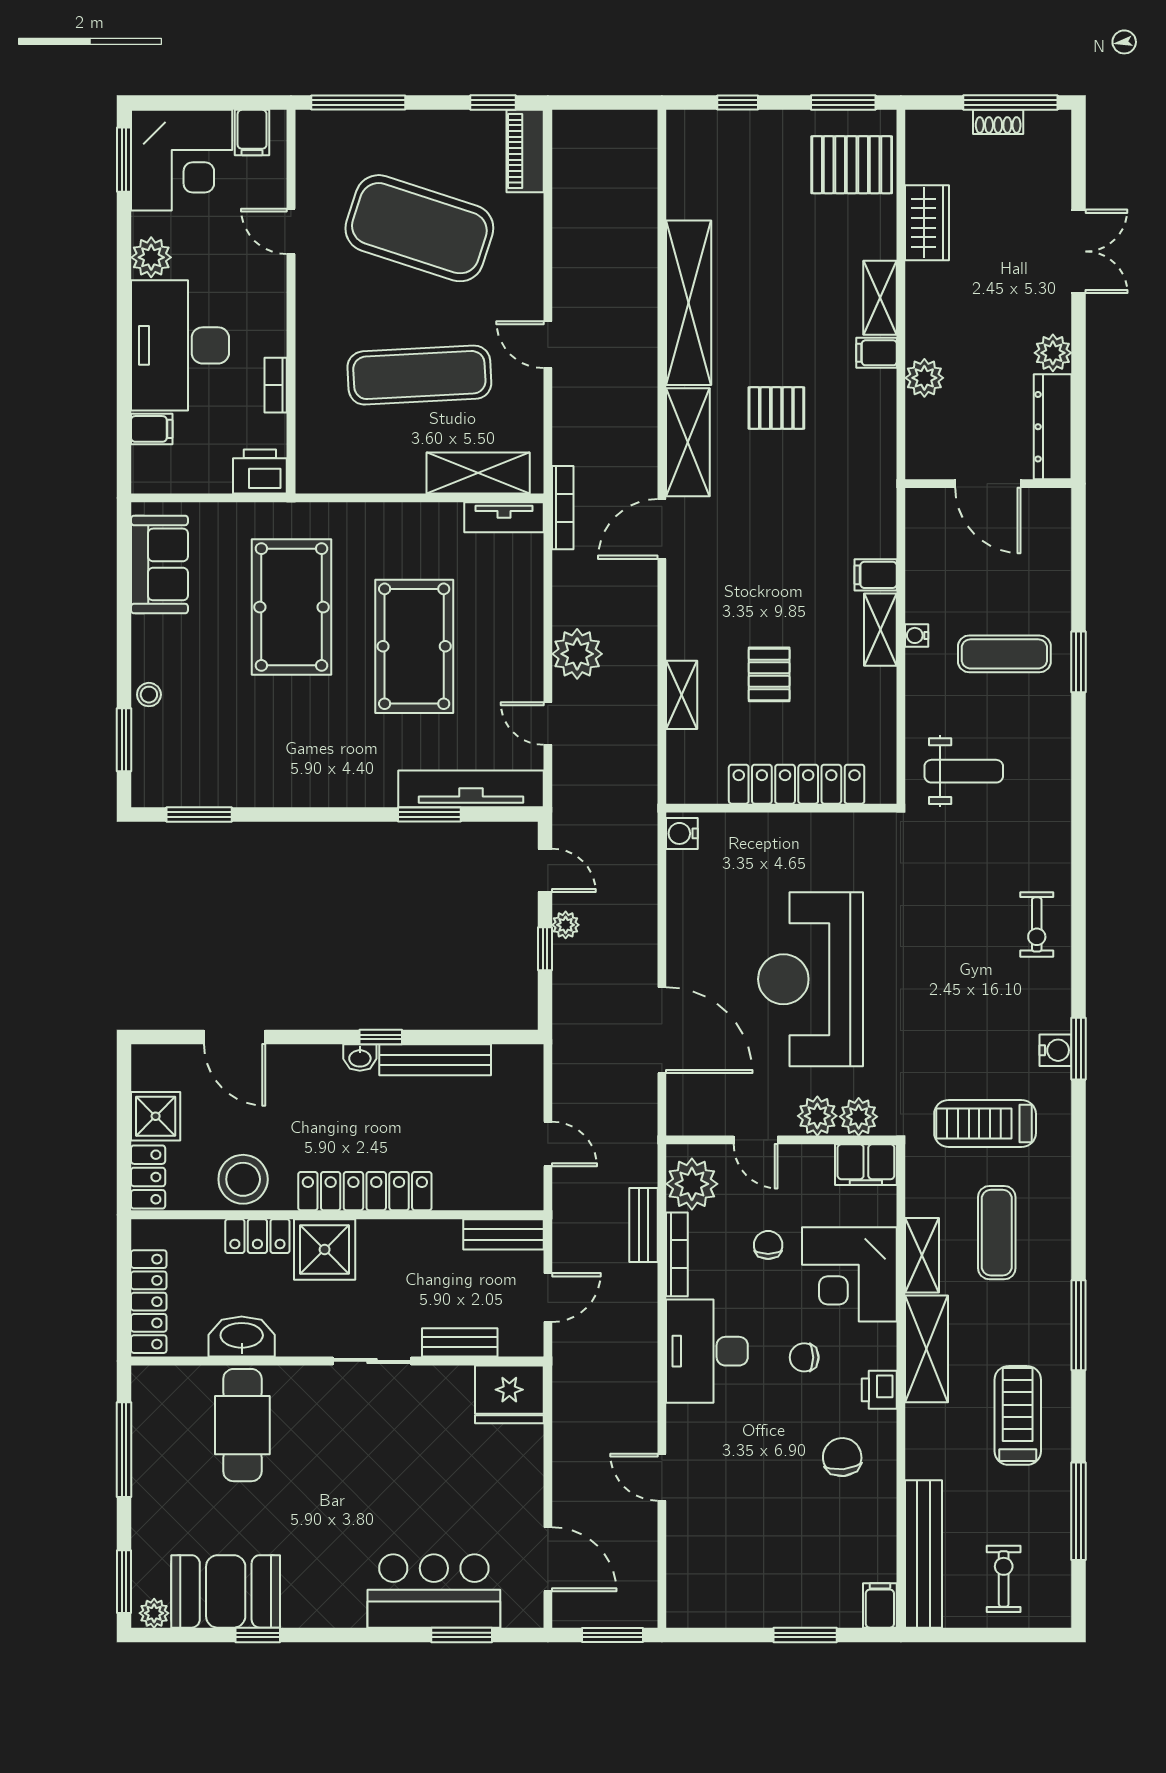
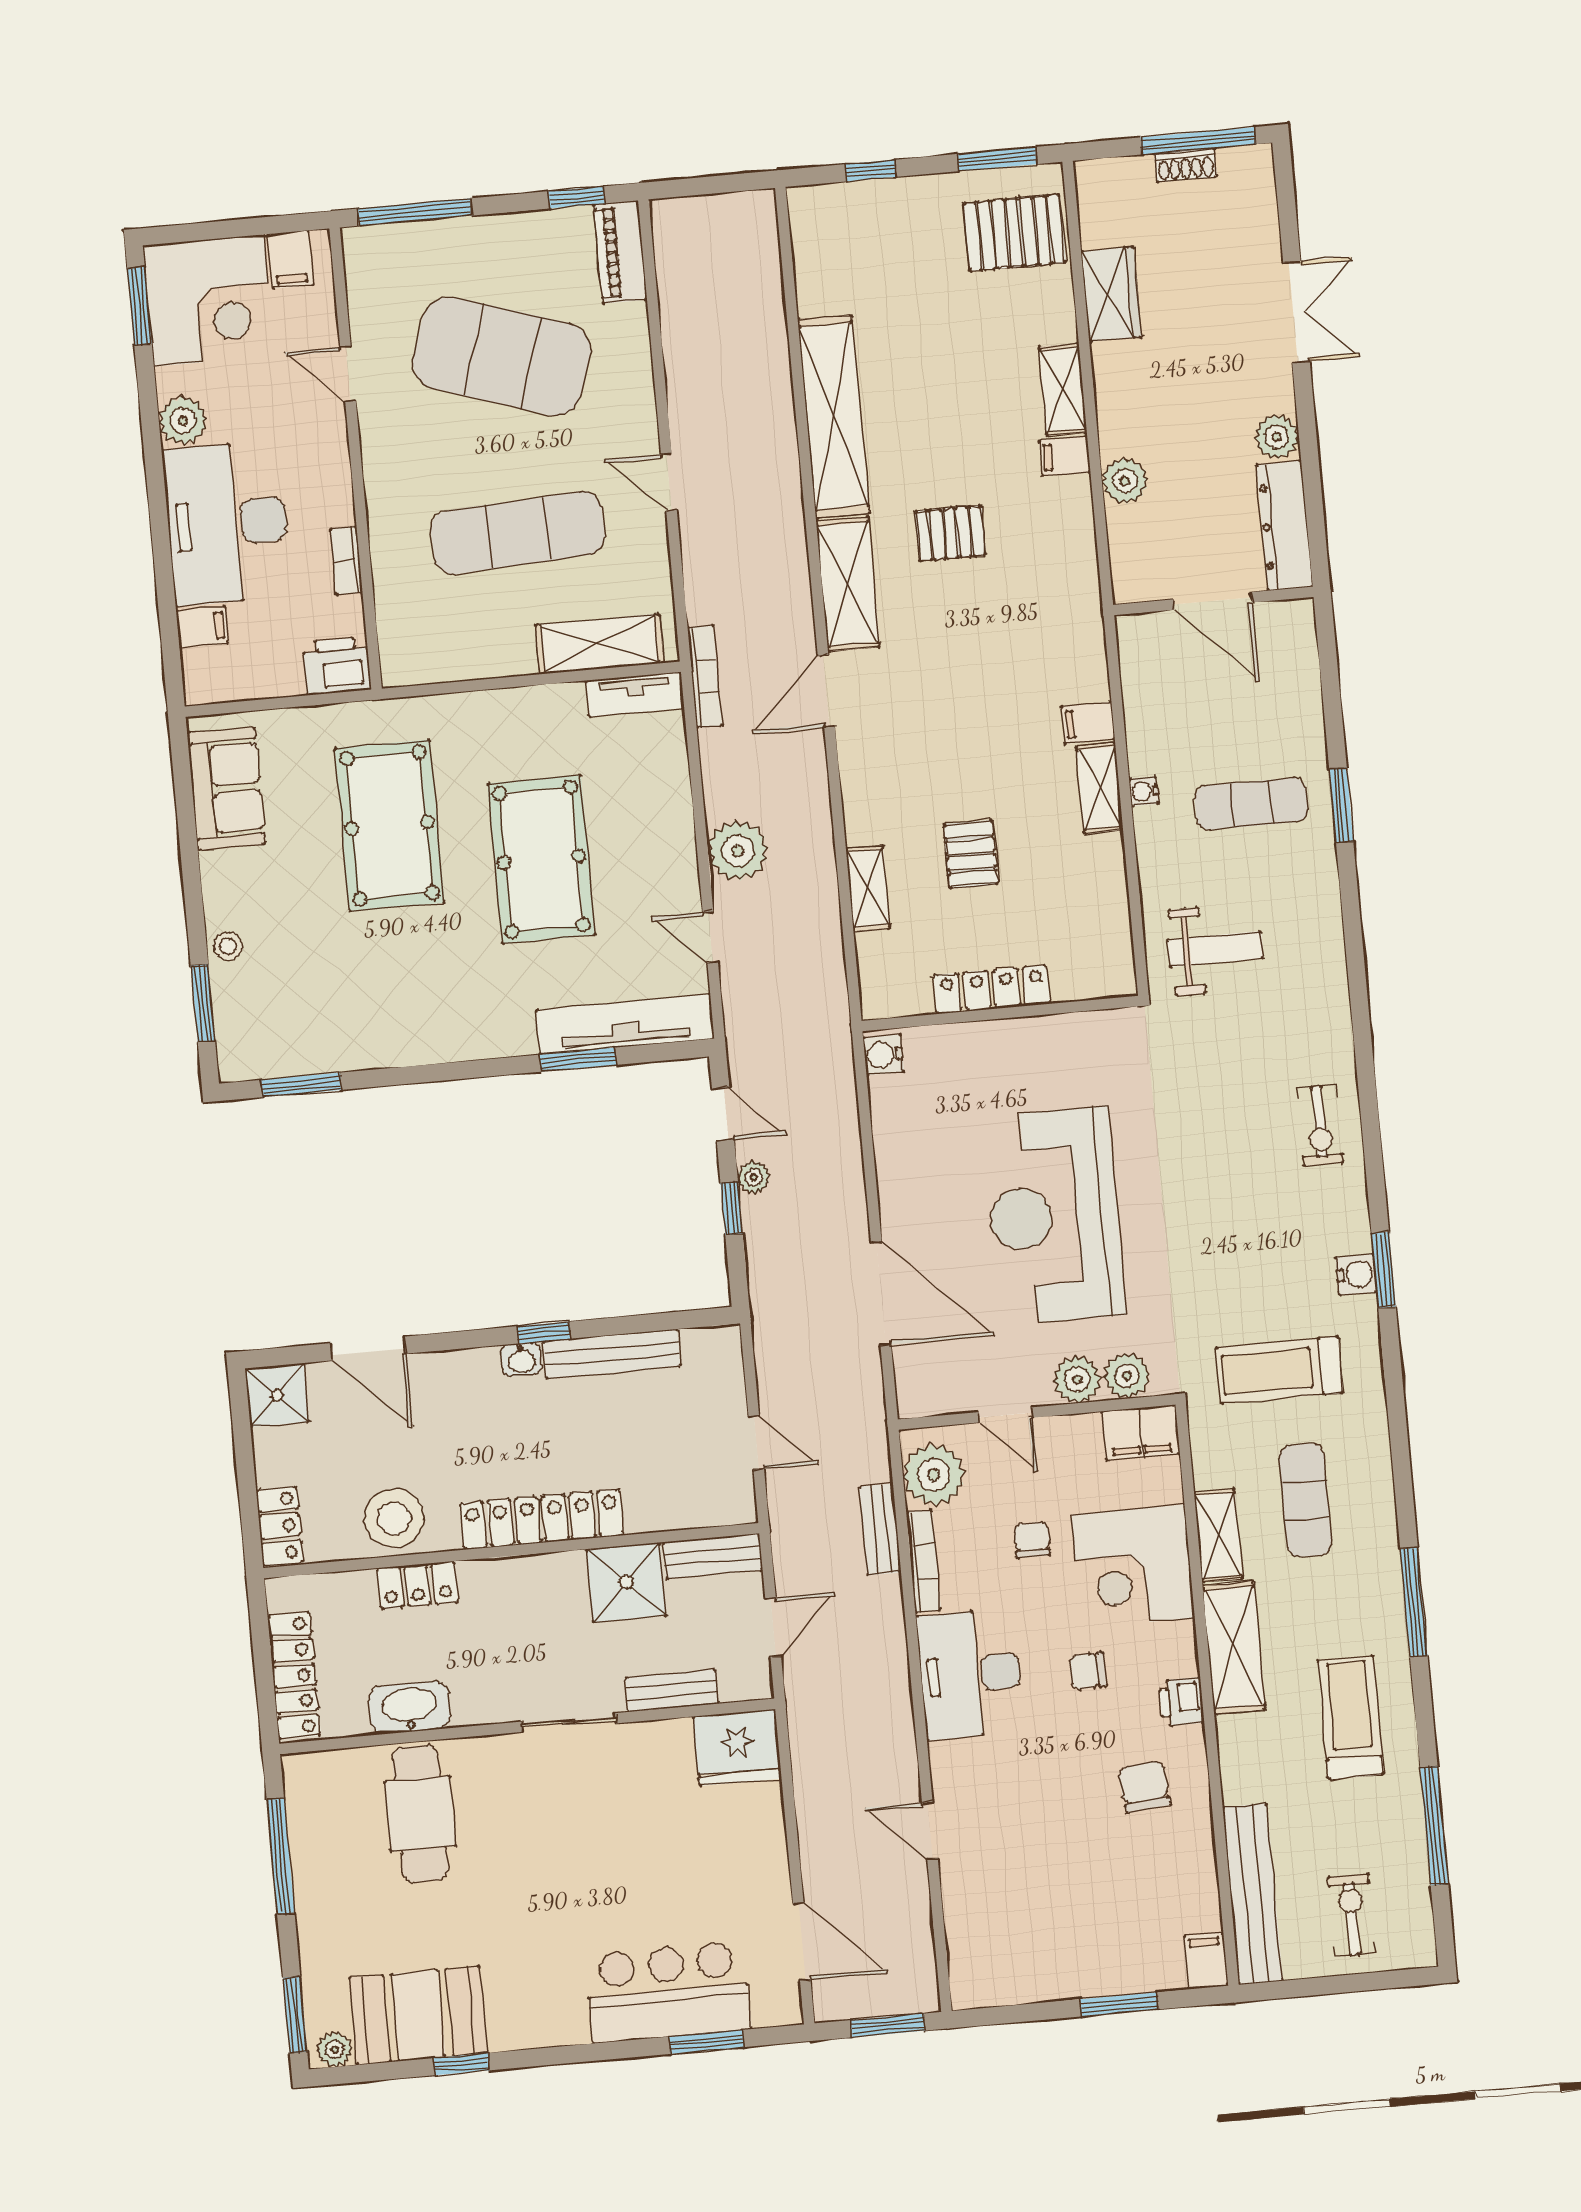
locker: (797, 784) -> (992, 989), width x0.71, depth x0.83
shower: (156, 1116) -> (277, 1395), moved
shower: (325, 1250) -> (626, 1582), moved

